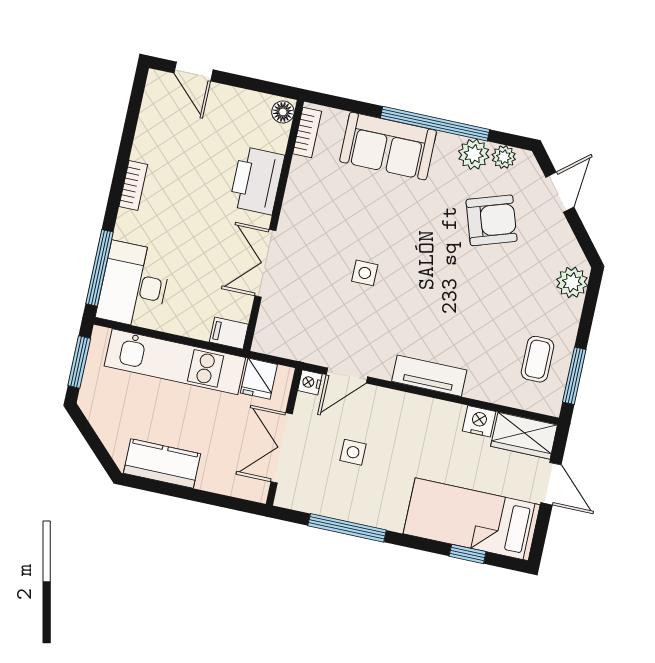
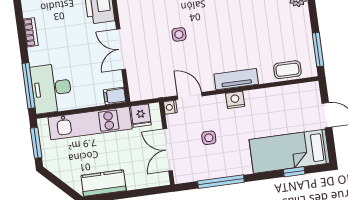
coffee table: (538, 359) -> (287, 70), moved, turned 90
door: (347, 376) -> (190, 96), swing flipped
nightstand: (479, 421) -> (235, 100), moved
wardrobe: (524, 436) -> (302, 94), removed

